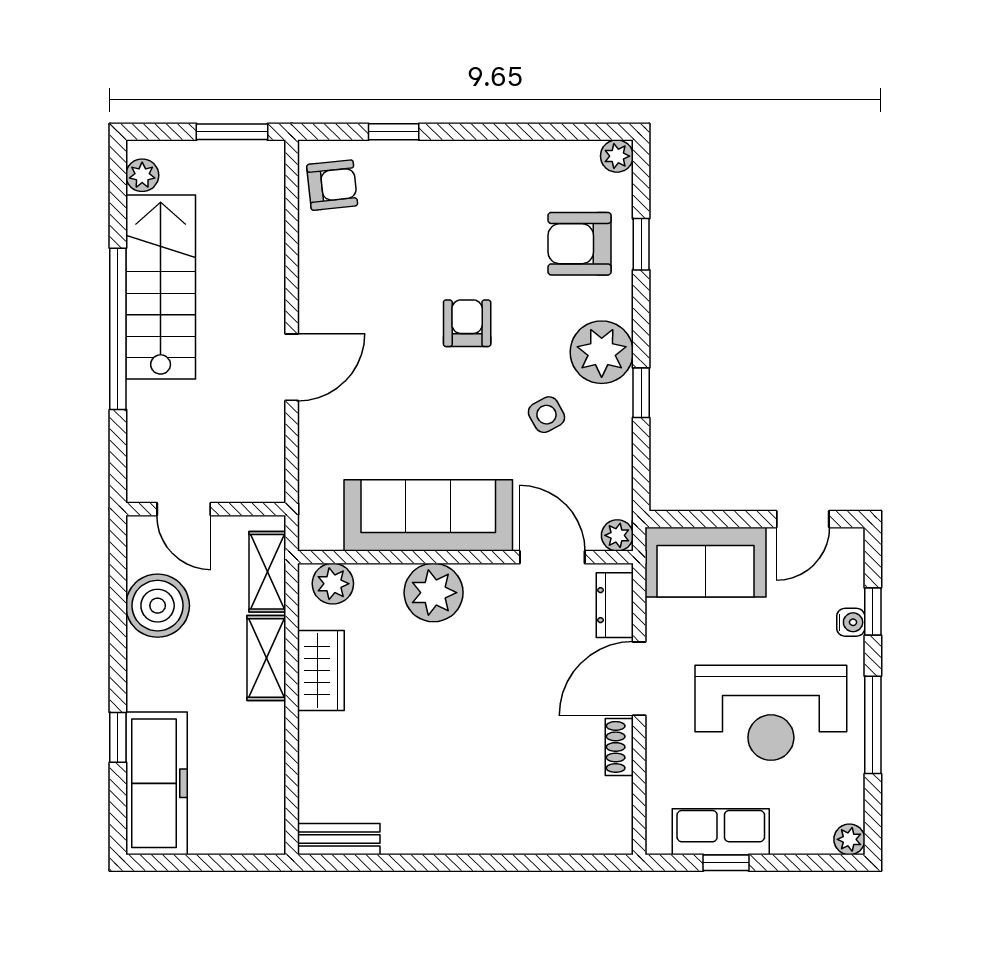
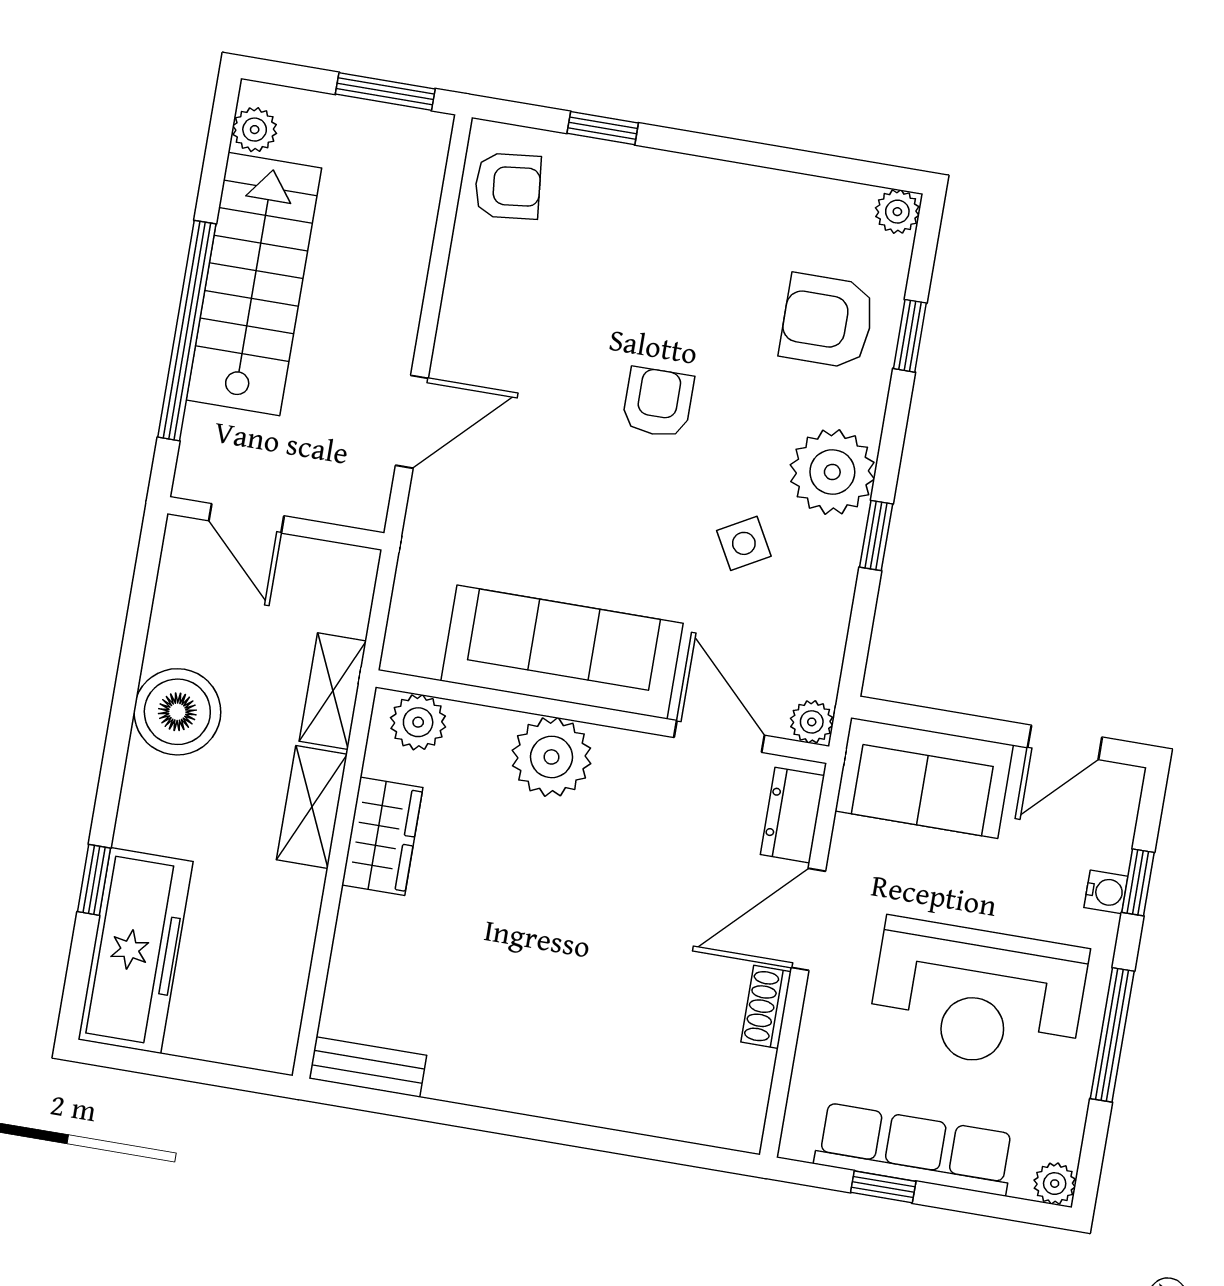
door: (184, 509) -> (246, 518), moved
wall: (206, 509) -> (276, 523), moved
row of seats: (721, 832) -> (915, 1149), width x1.48

